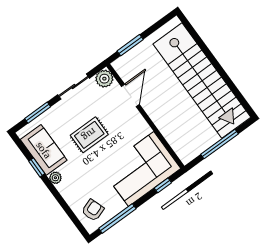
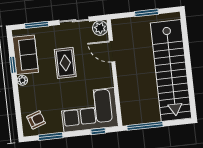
window: (130, 45) -> (146, 13), moved
door: (130, 95) -> (112, 51), swing flipped
rug: (89, 135) -> (65, 63), turned 90
window: (219, 144) -> (145, 126), moved
window: (117, 219) -> (51, 136), width x0.69

